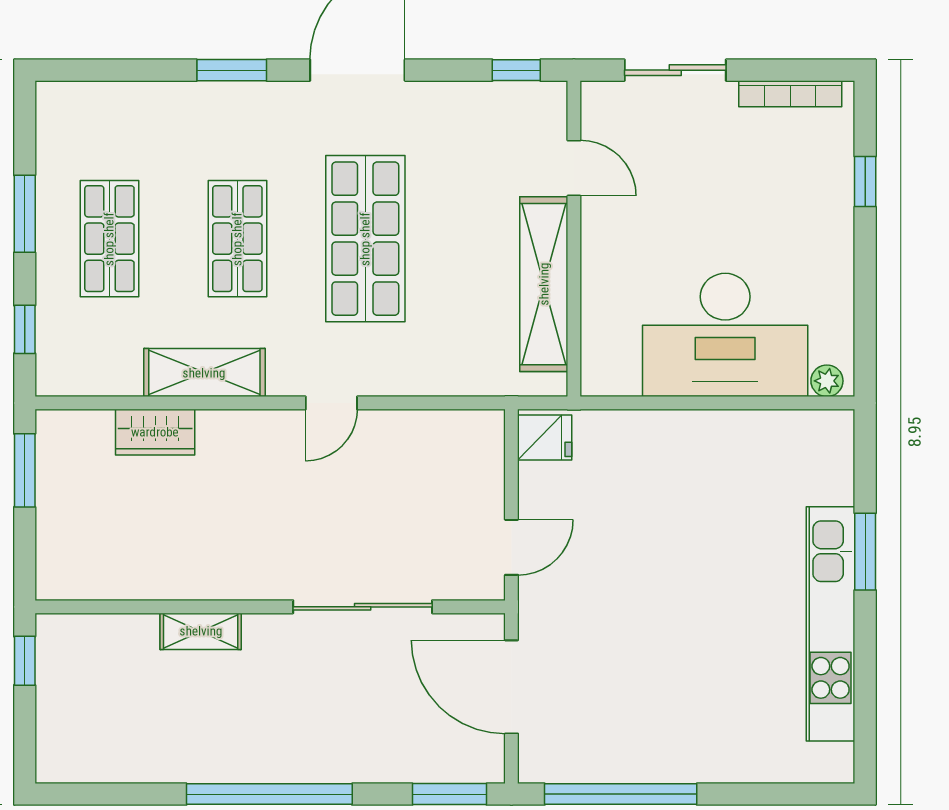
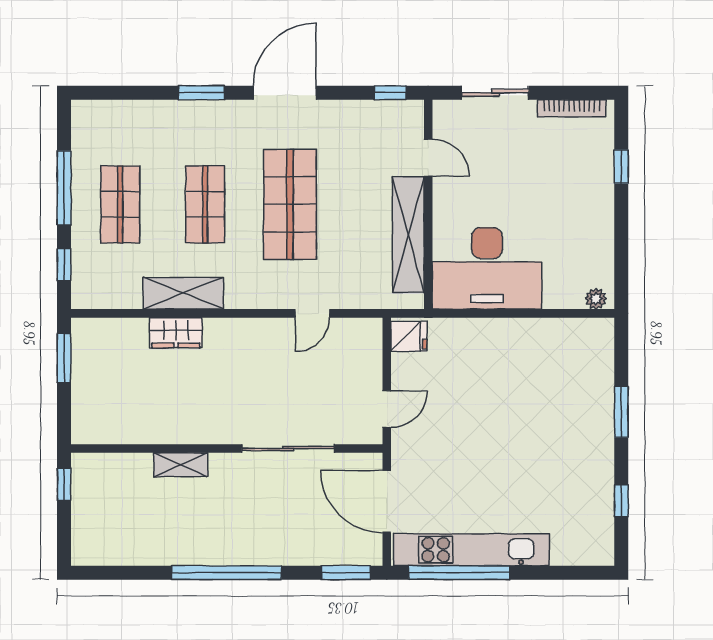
window: (25, 214) -> (64, 188), width x1.44
desk: (725, 335) -> (487, 268), moved
door: (331, 403) -> (312, 313), moved
wardrobe: (155, 432) -> (176, 333), moved
kitchen unit: (831, 624) -> (471, 550), moved, turned 90
window: (865, 686) -> (621, 501), added

